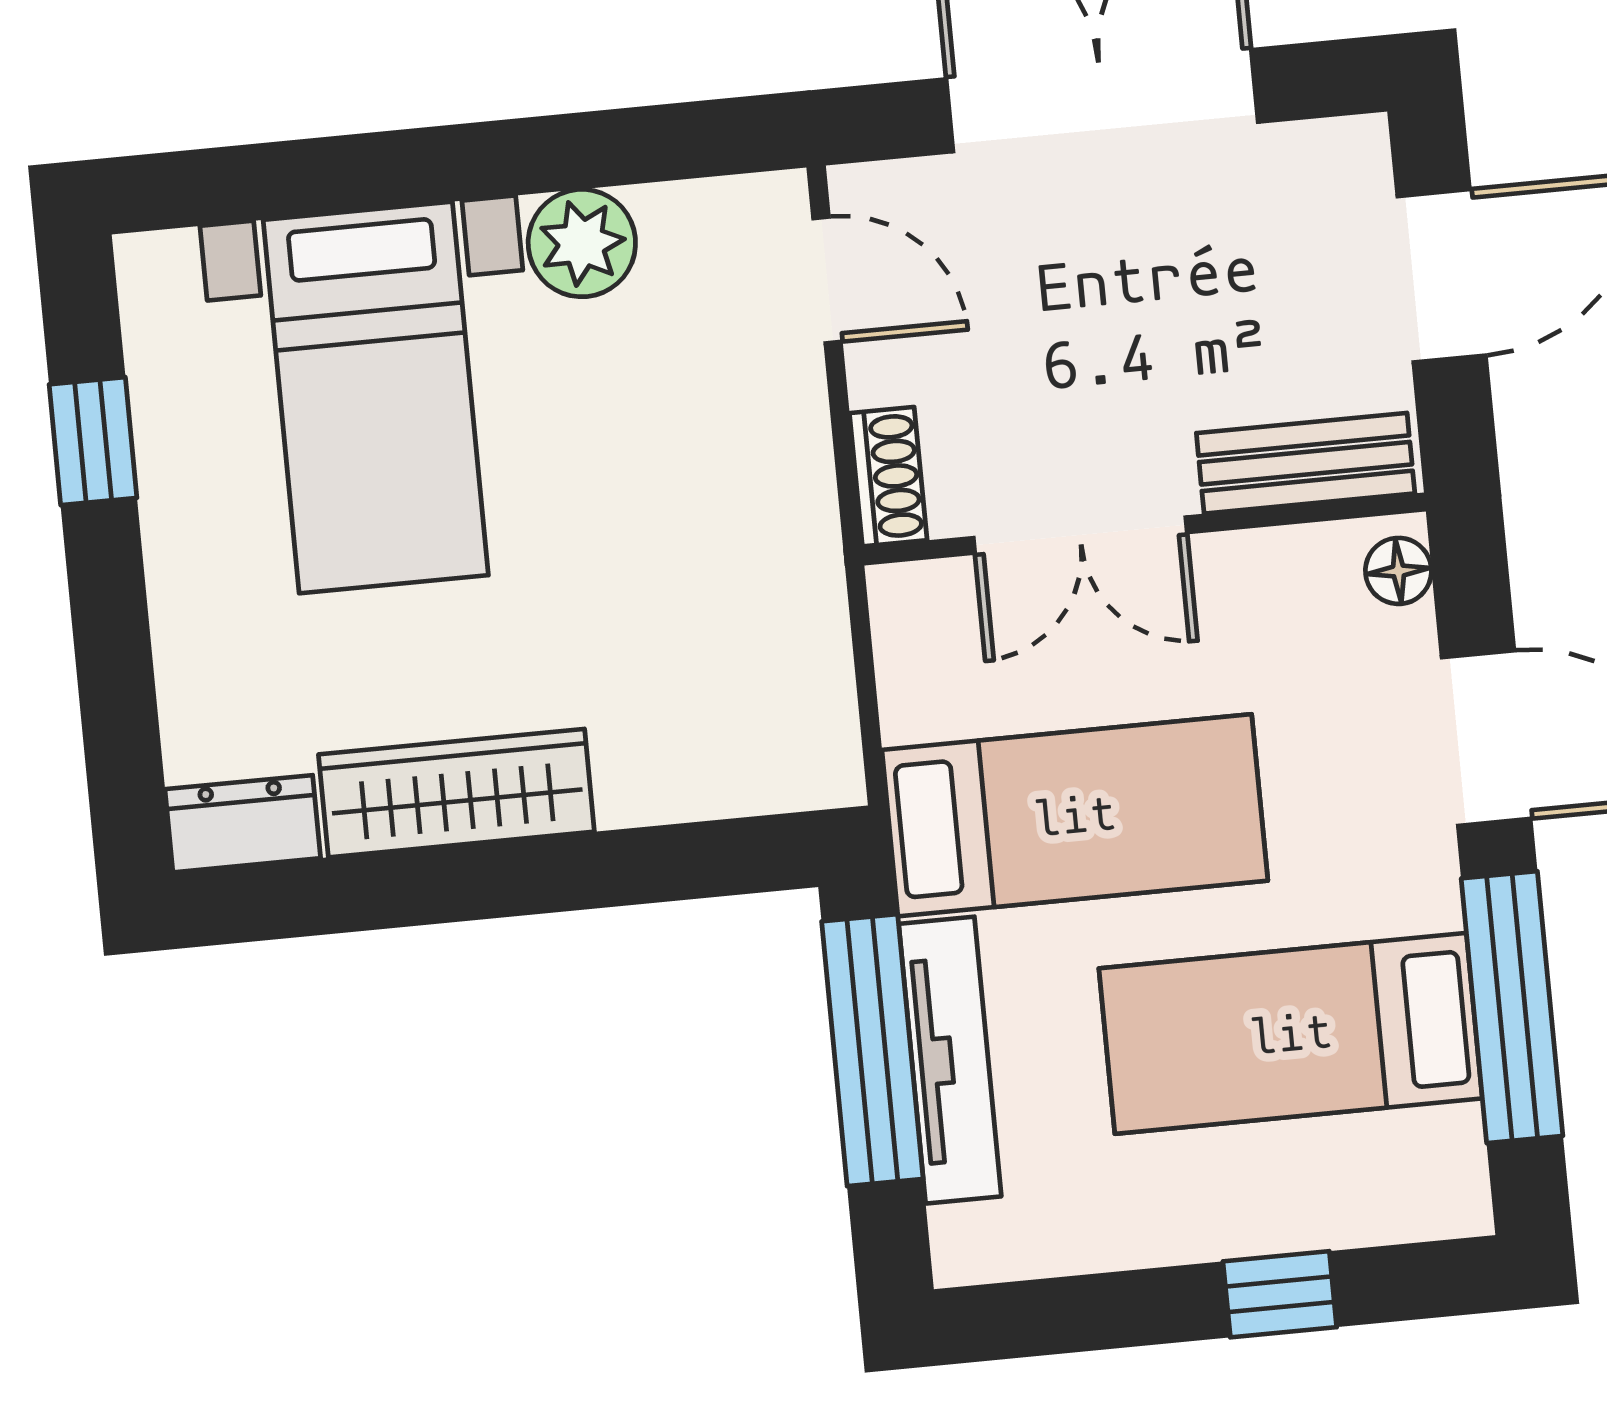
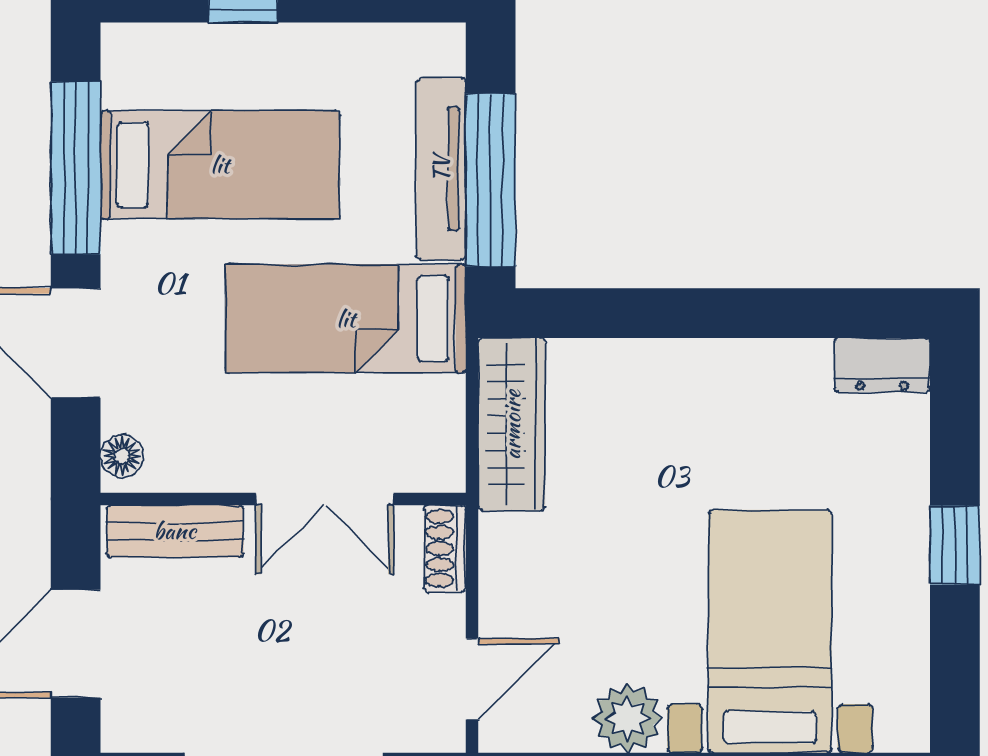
door: (827, 280) -> (472, 679), swing flipped
window: (93, 441) -> (955, 545), moved
double door: (1080, 535) -> (325, 499), swing flipped
wardrobe: (456, 793) -> (512, 425), moved, turned -90

